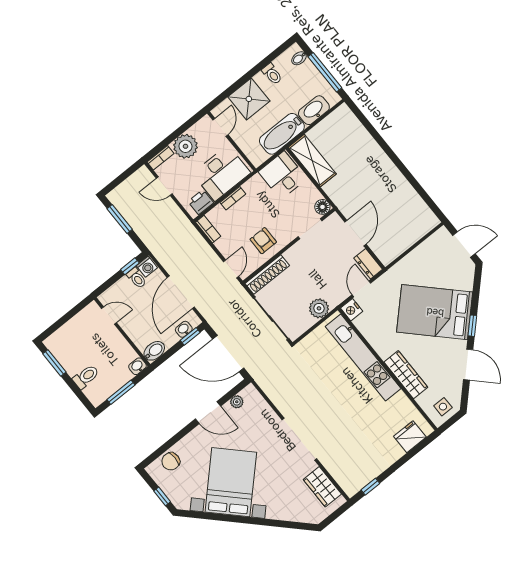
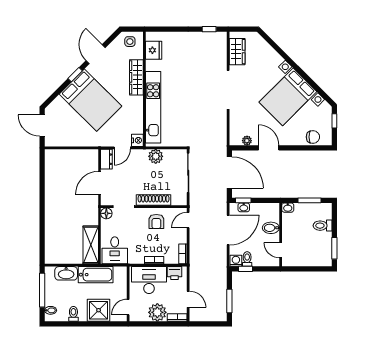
shoe rack: (267, 275) -> (154, 200), moved
bidet: (154, 351) -> (271, 228), moved
fridge: (410, 437) -> (154, 50), moved, turned -90

